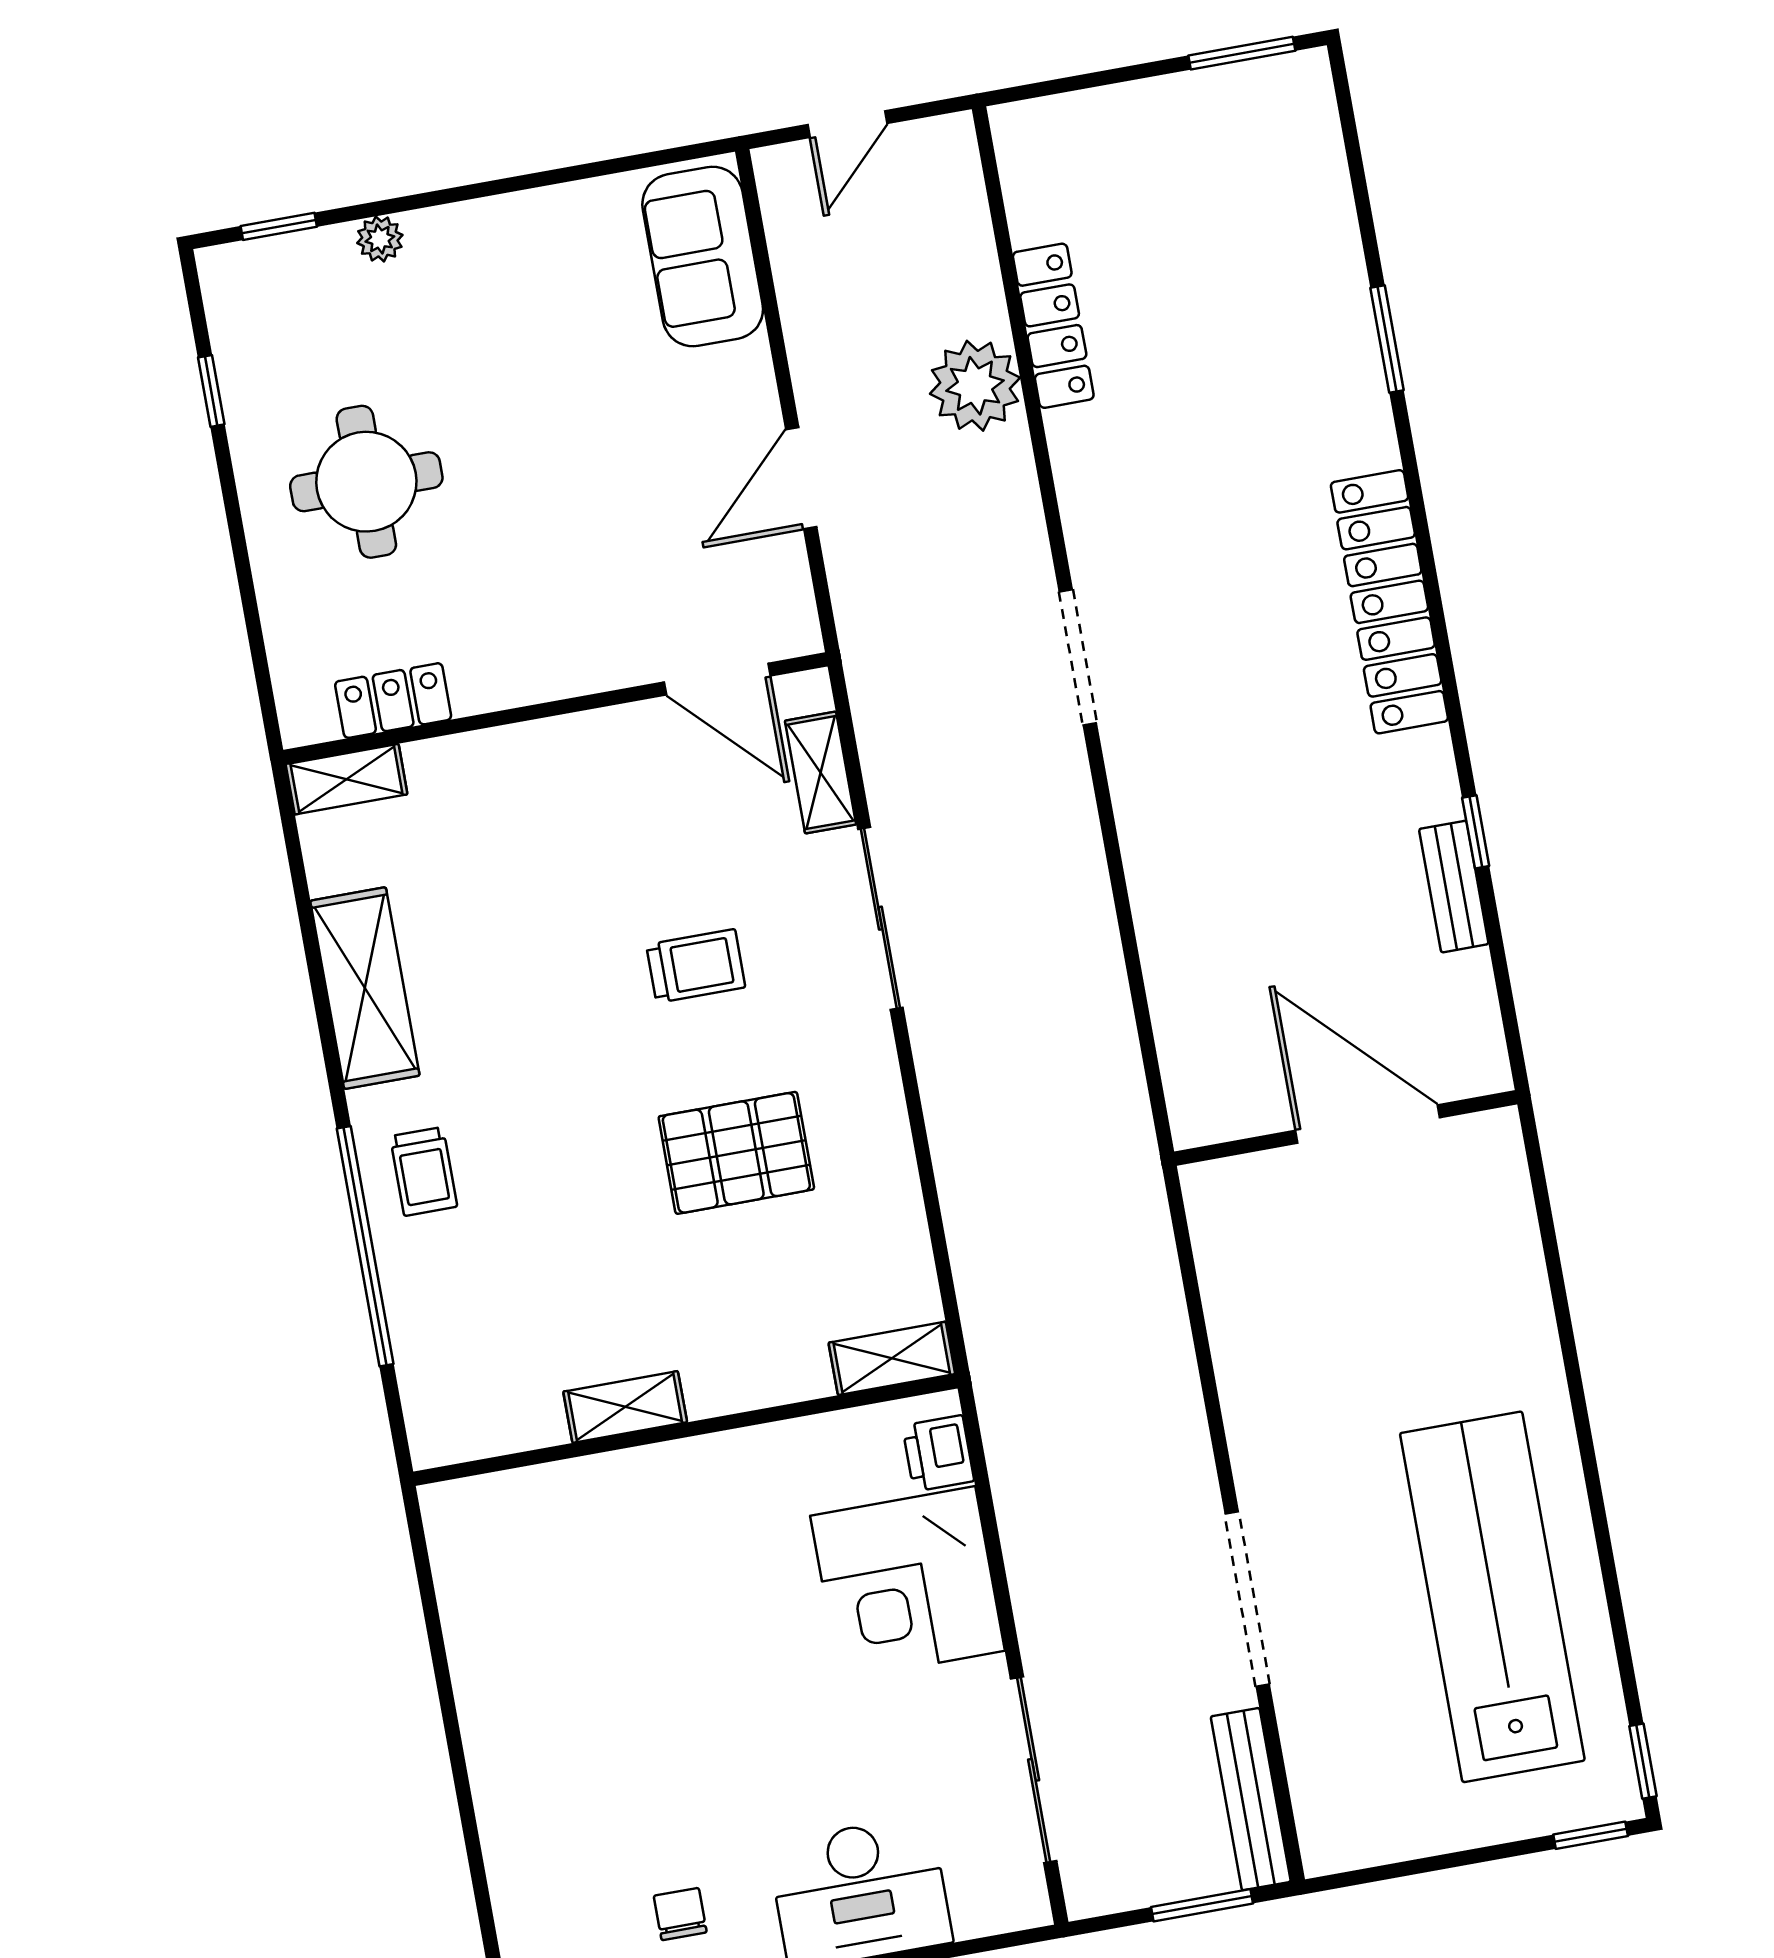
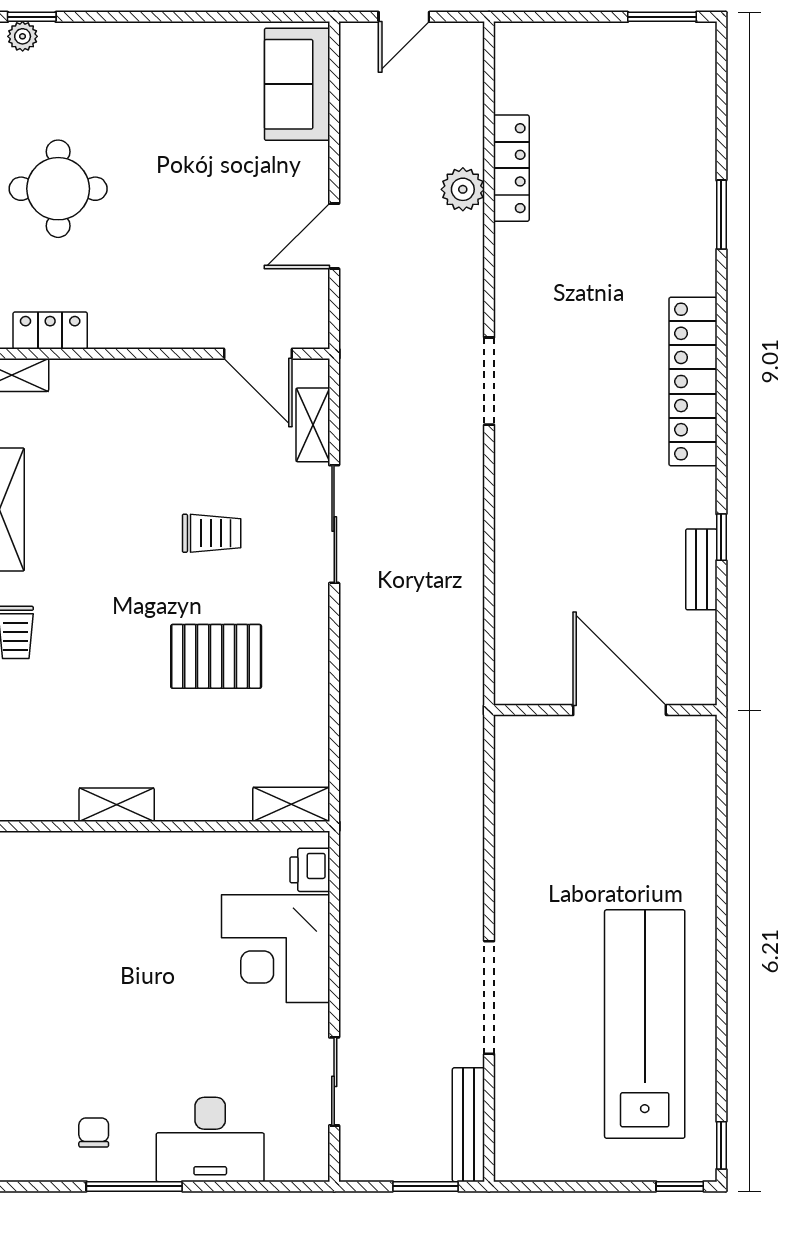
plant: (380, 239) -> (23, 36), moved
plant: (975, 386) -> (463, 189), width x0.73, depth x0.73
sliding door: (1034, 1770) -> (334, 1081), width x0.73

